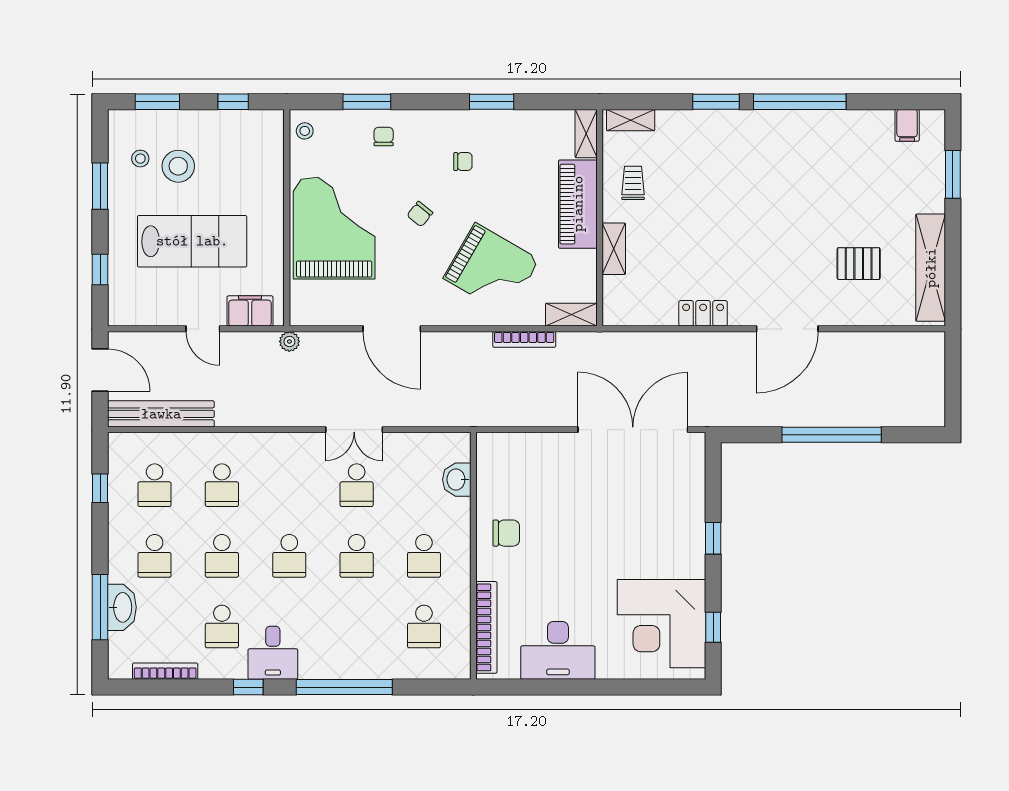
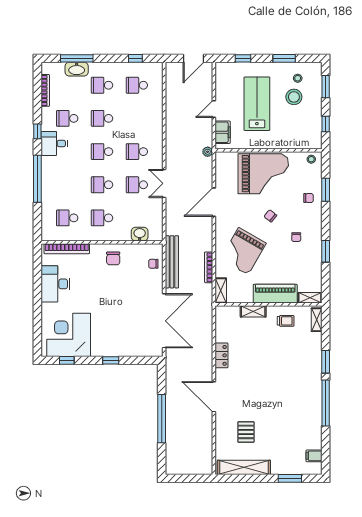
lab bench: (192, 241) -> (257, 104), turned 180
bench: (161, 414) -> (172, 262), moved
chair: (517, 452) -> (153, 264), added
school desk: (222, 485) -> (137, 152), moved

